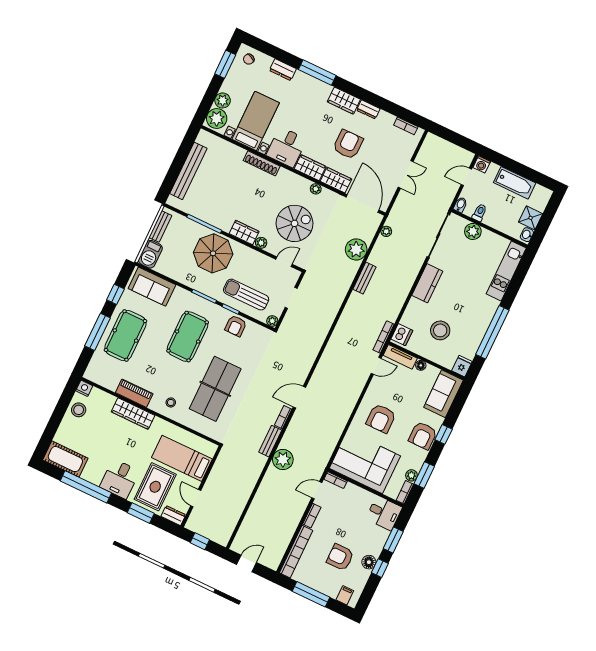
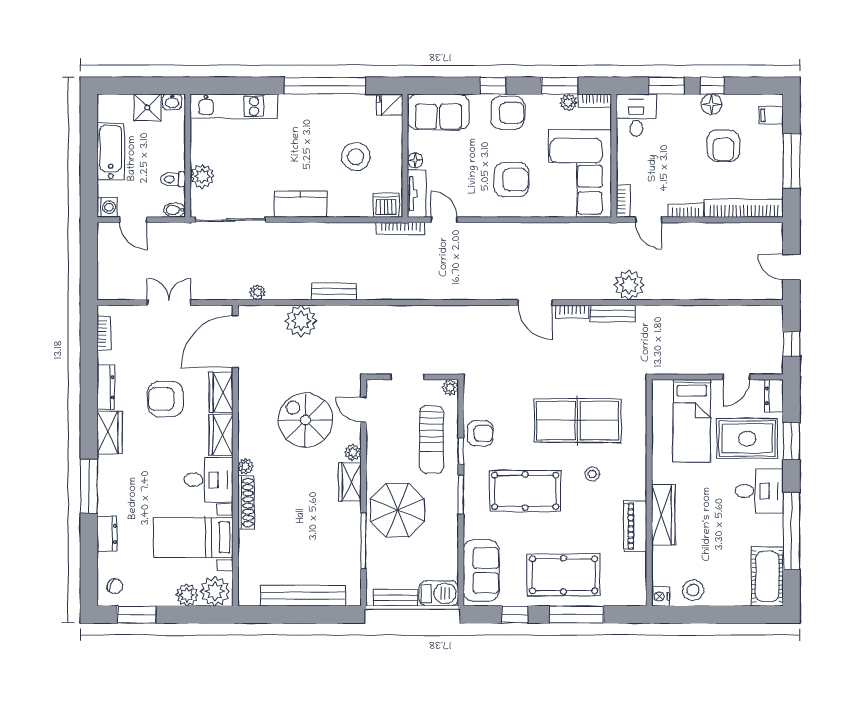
dresser: (368, 109) -> (106, 387), width x1.44
plant: (316, 189) -> (246, 466), moved
stool: (171, 402) -> (592, 474), moved

